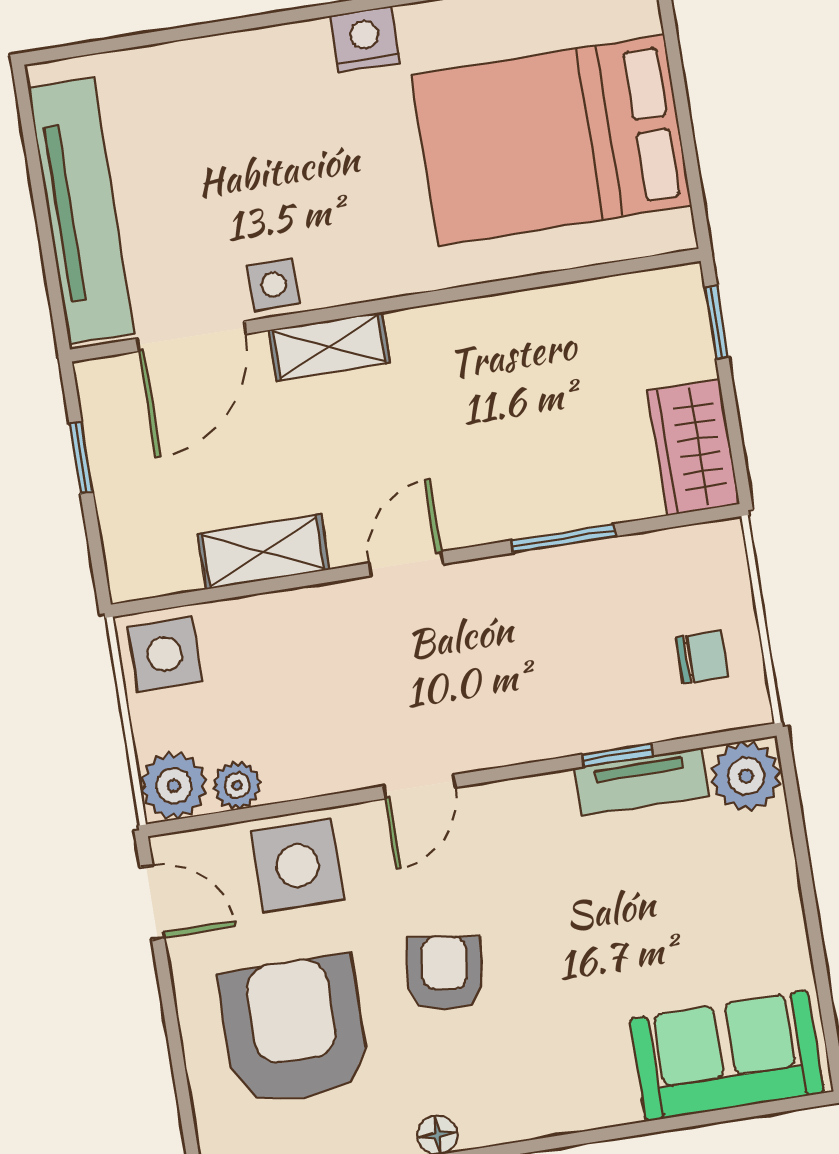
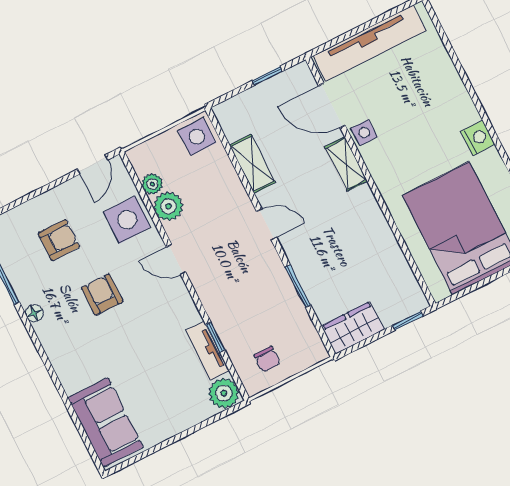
plant: (174, 786) -> (168, 206), moved
armchair: (444, 973) -> (102, 295), turned -98
armchair: (294, 1030) -> (59, 240), width x0.53, depth x0.53

